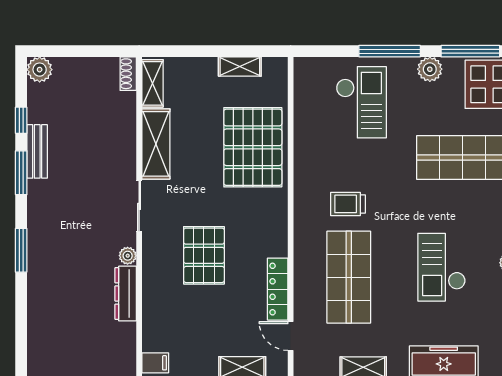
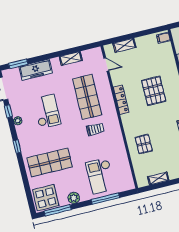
window: (390, 51) -> (105, 199), moved
pallet: (253, 147) -> (144, 144), width x0.49, depth x0.50
locker: (278, 289) -> (121, 100), moved

